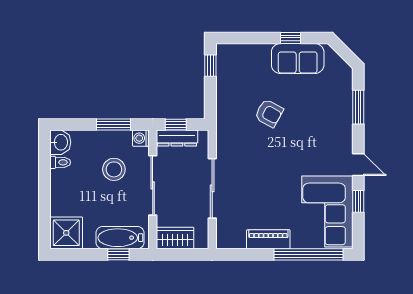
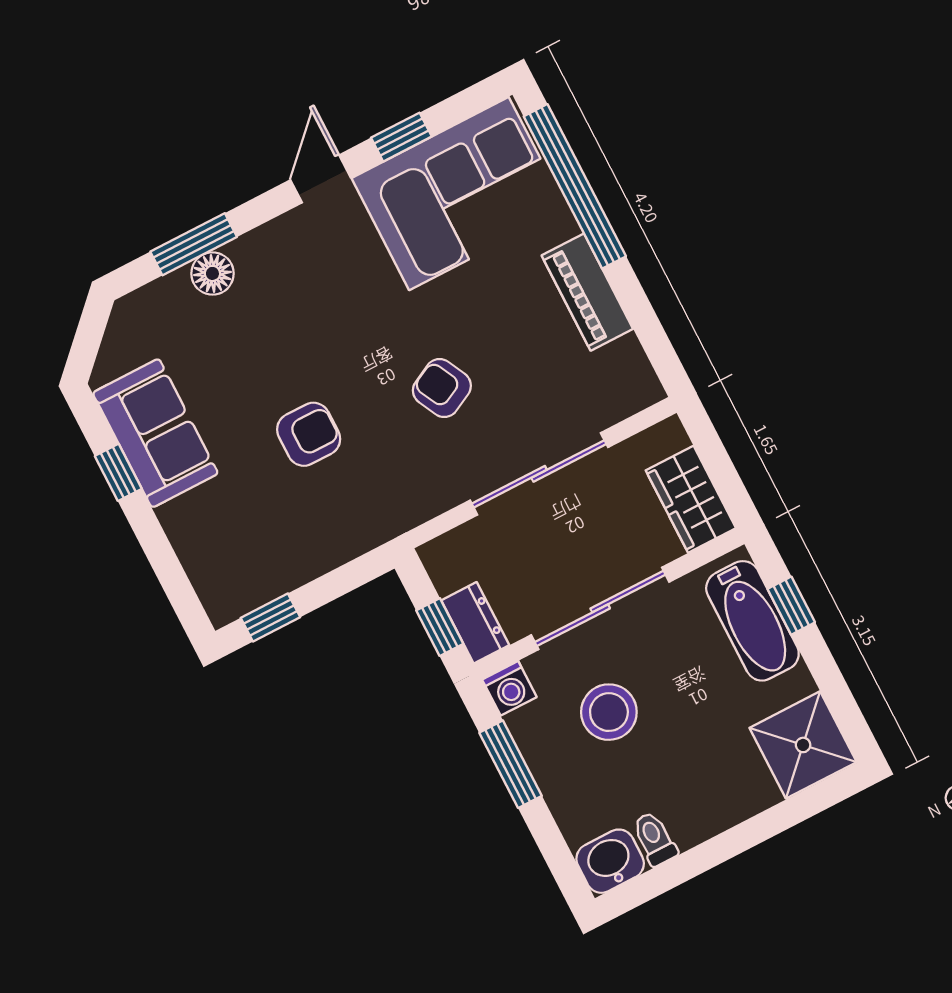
floor lamp: (344, 108) -> (212, 273), added
armchair: (269, 113) -> (309, 434), turned 61
dresser: (177, 138) -> (475, 623), width x0.70
armchair: (261, 169) -> (442, 388), added

